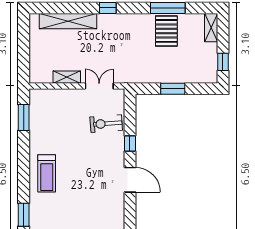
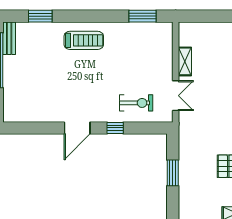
exercise bike: (106, 124) -> (136, 103), turned 94
treadmill: (47, 173) -> (84, 40), turned 180

